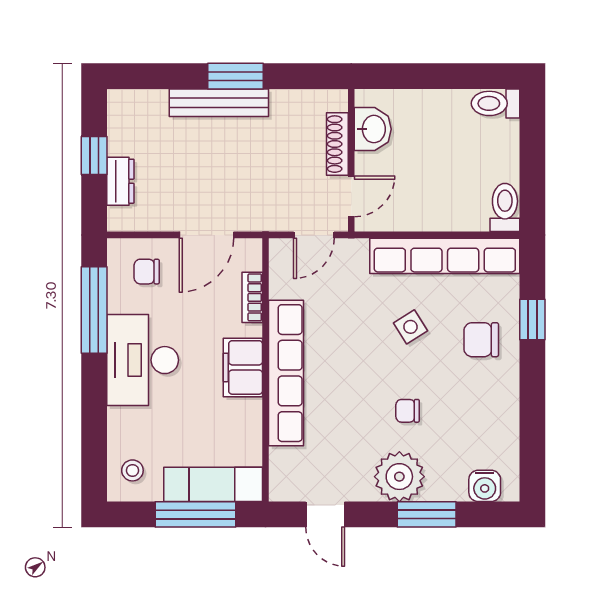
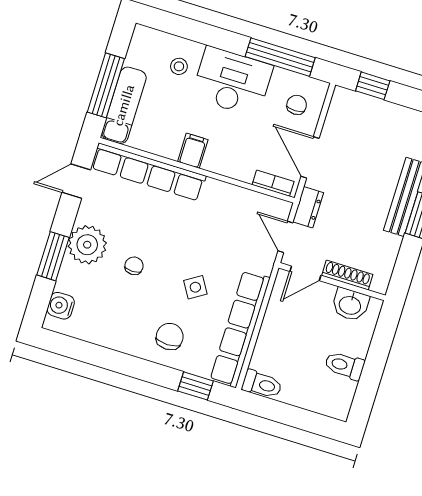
toilet: (496, 103) -> (344, 366), moved, turned -90
window: (94, 156) -> (373, 86), moved
dresser: (120, 181) -> (308, 207), moved, turned -90
door: (351, 196) -> (305, 273), hinge flipped
bookcase: (252, 297) -> (273, 183), moved
window: (532, 320) -> (196, 386), moved
filing cabinet: (243, 367) -> (193, 151), width x0.50
row of seats: (286, 373) -> (148, 172), moved
stool: (132, 470) -> (179, 66), moved

